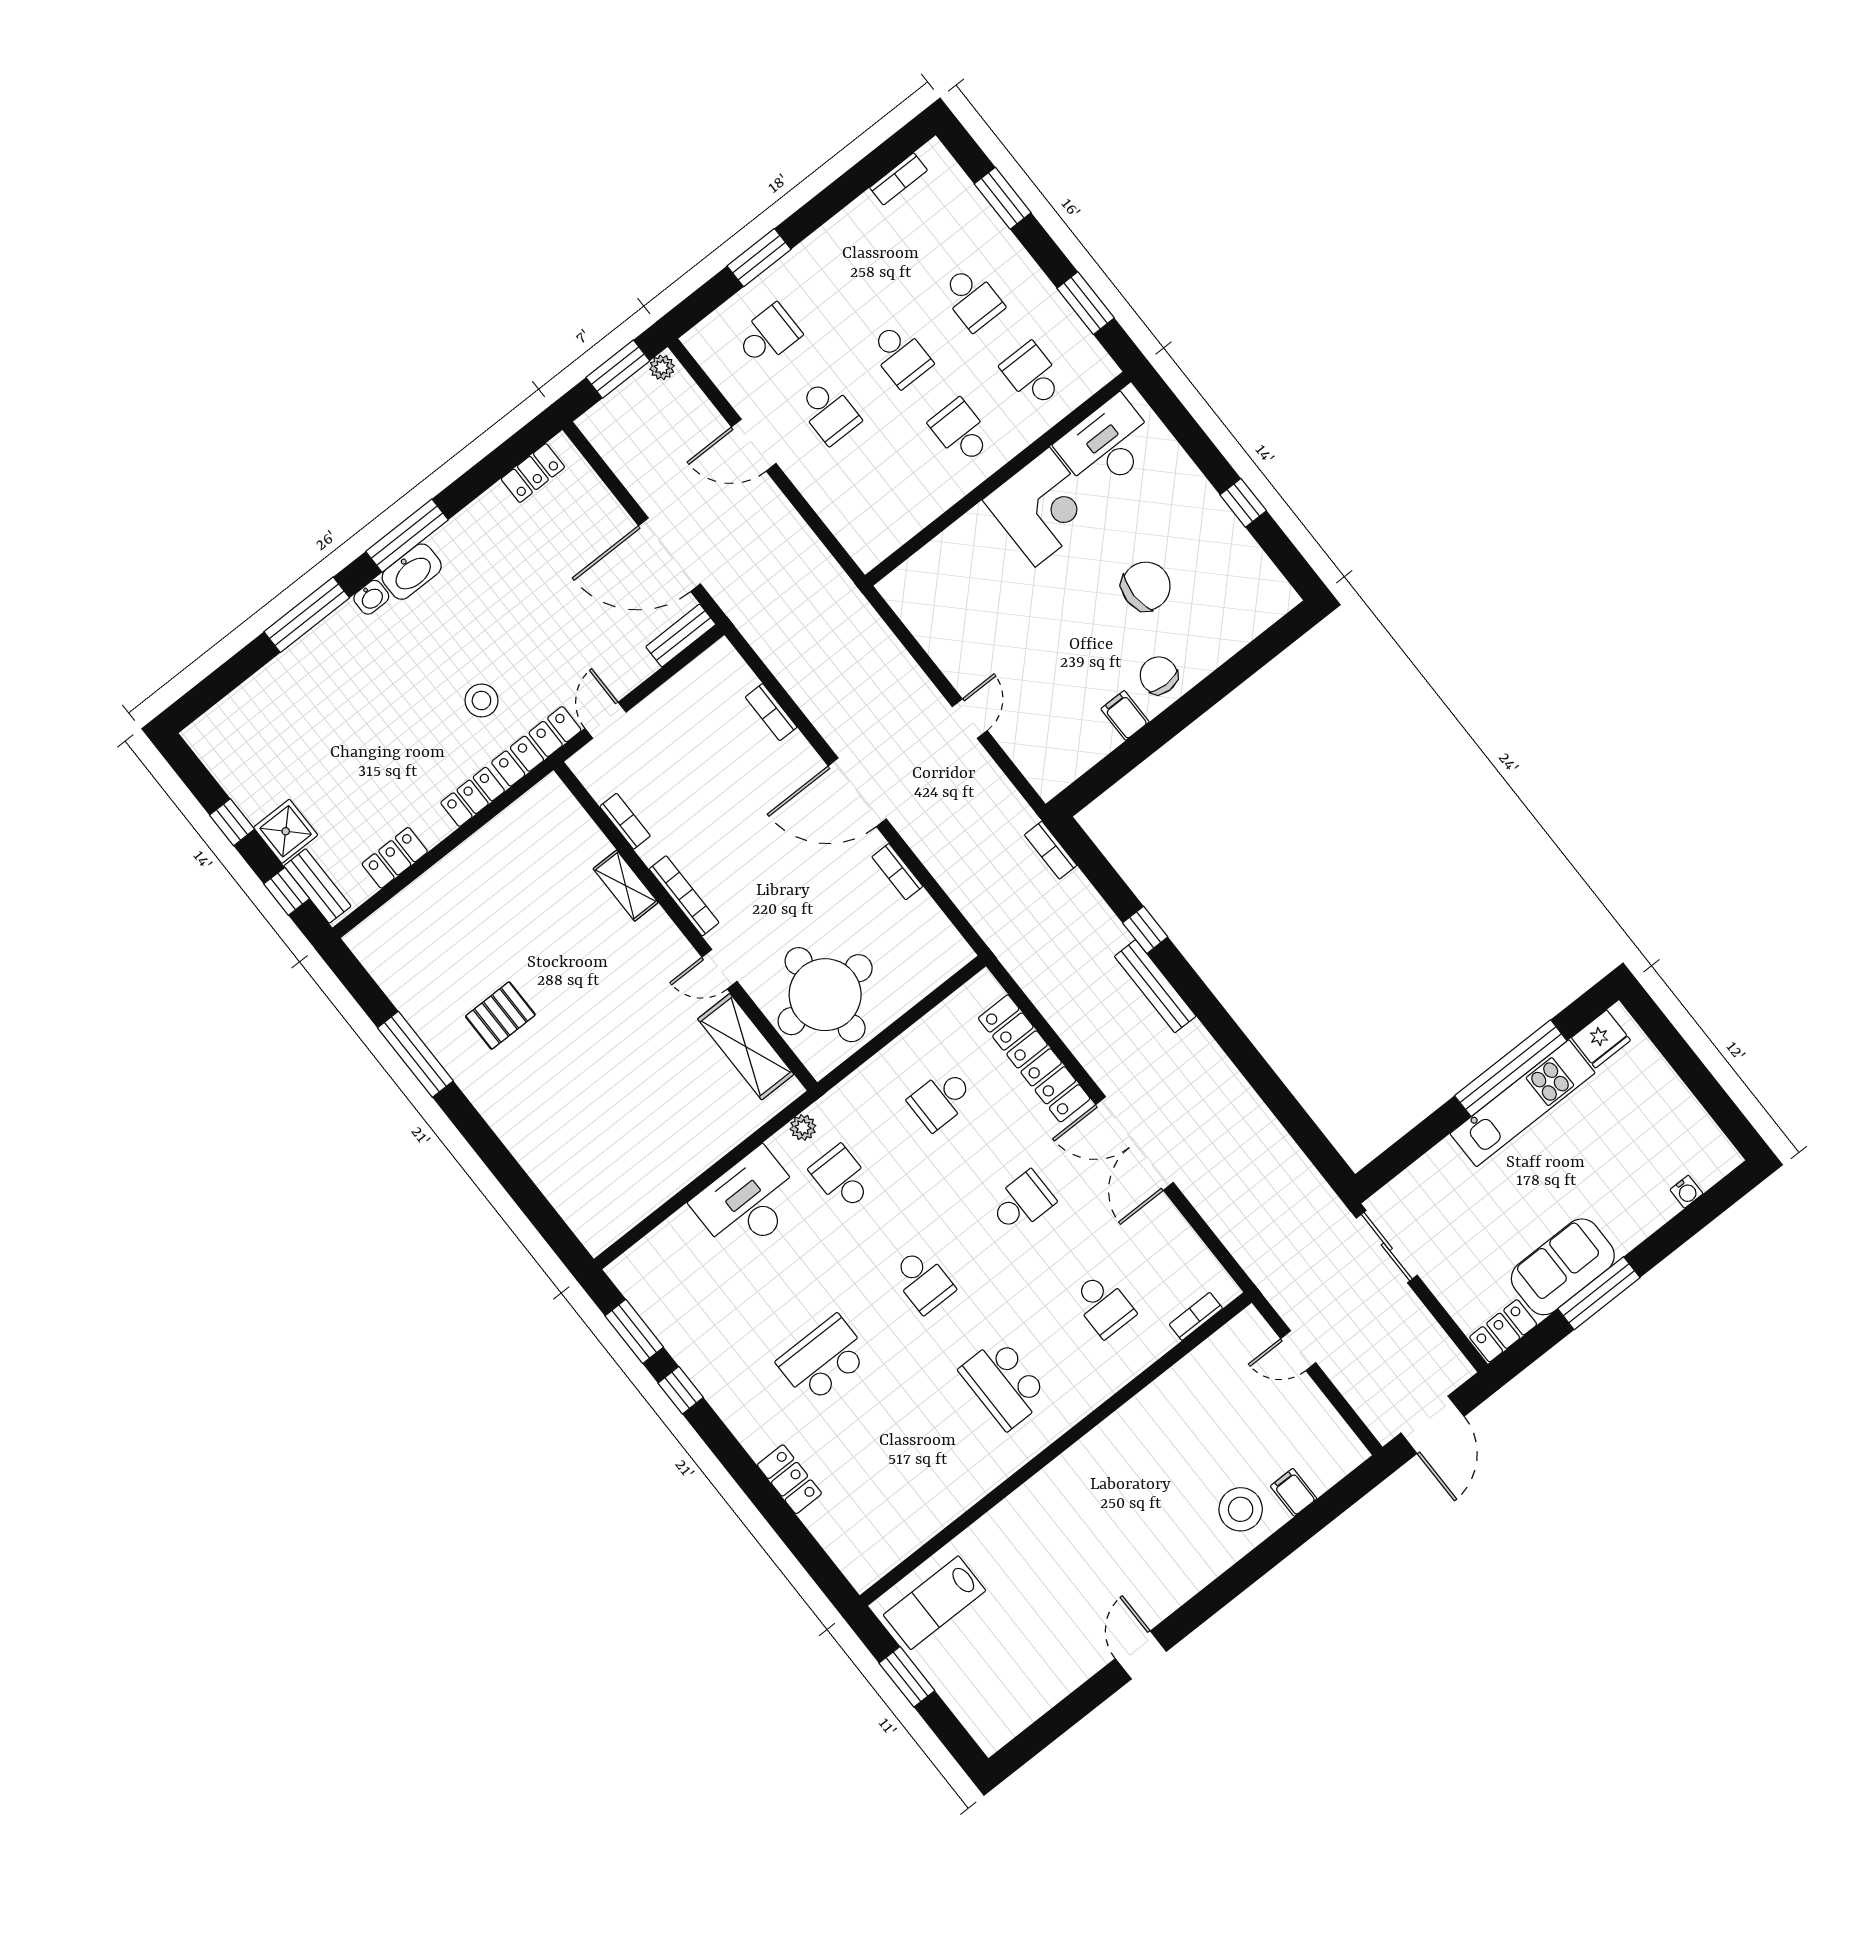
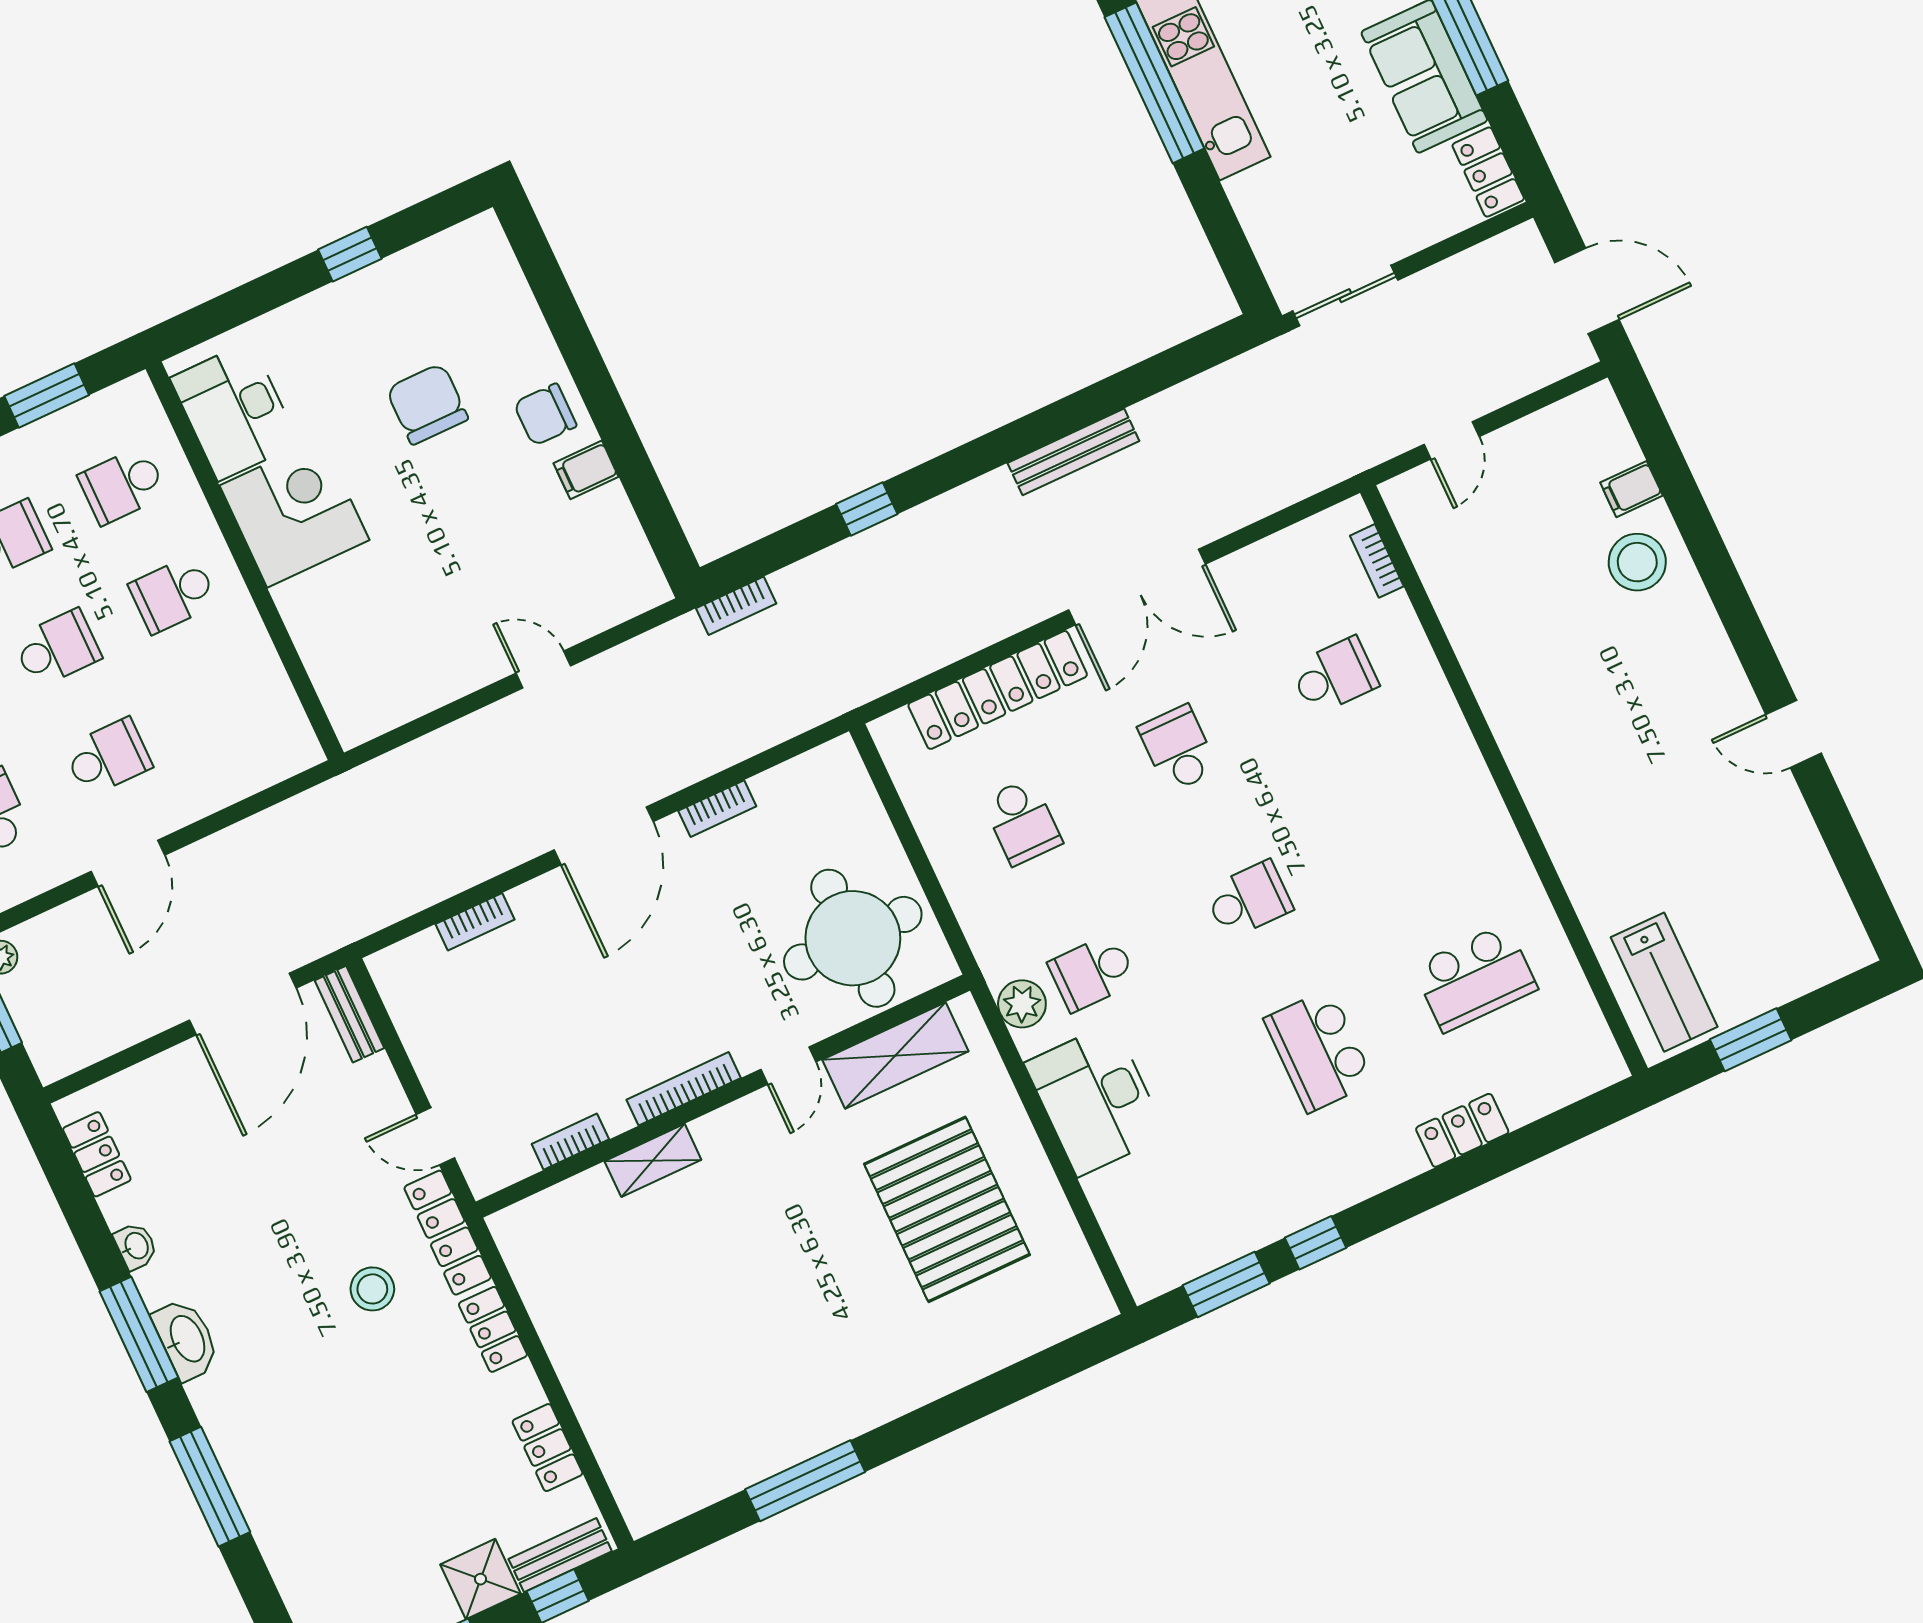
washbasin: (371, 597) -> (136, 1246), moved
bench: (1155, 986) -> (1073, 452), moved
pallet: (500, 1016) -> (947, 1209), moved, width x2.05, depth x2.00
plant: (803, 1127) -> (1022, 1004), width x1.38, depth x1.38
school desk: (1004, 1384) -> (1475, 978), moved

